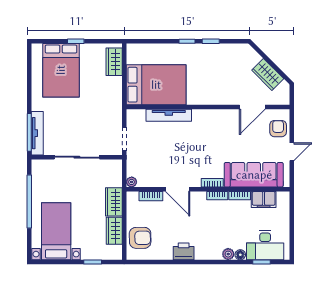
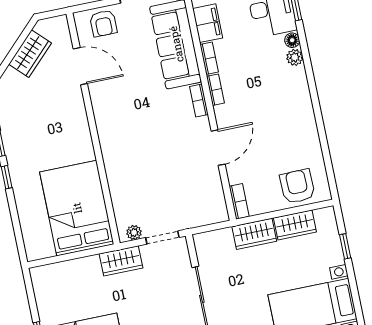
wardrobe: (114, 62) -> (121, 261), moved
tv unit: (169, 115) -> (116, 181), removed
armchair: (278, 129) -> (103, 23), turned -90
plant: (132, 182) -> (134, 232), moved
bookcase: (151, 196) -> (239, 201), moved
printer: (184, 251) -> (304, 121), removed

